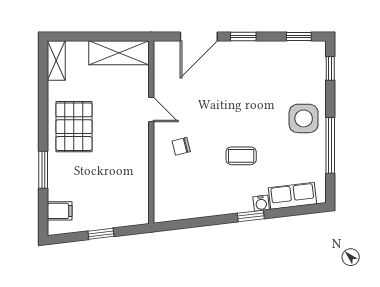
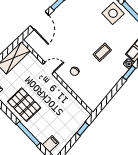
window: (43, 170) -> (28, 134), width x1.44
window: (101, 234) -> (83, 129), moved

